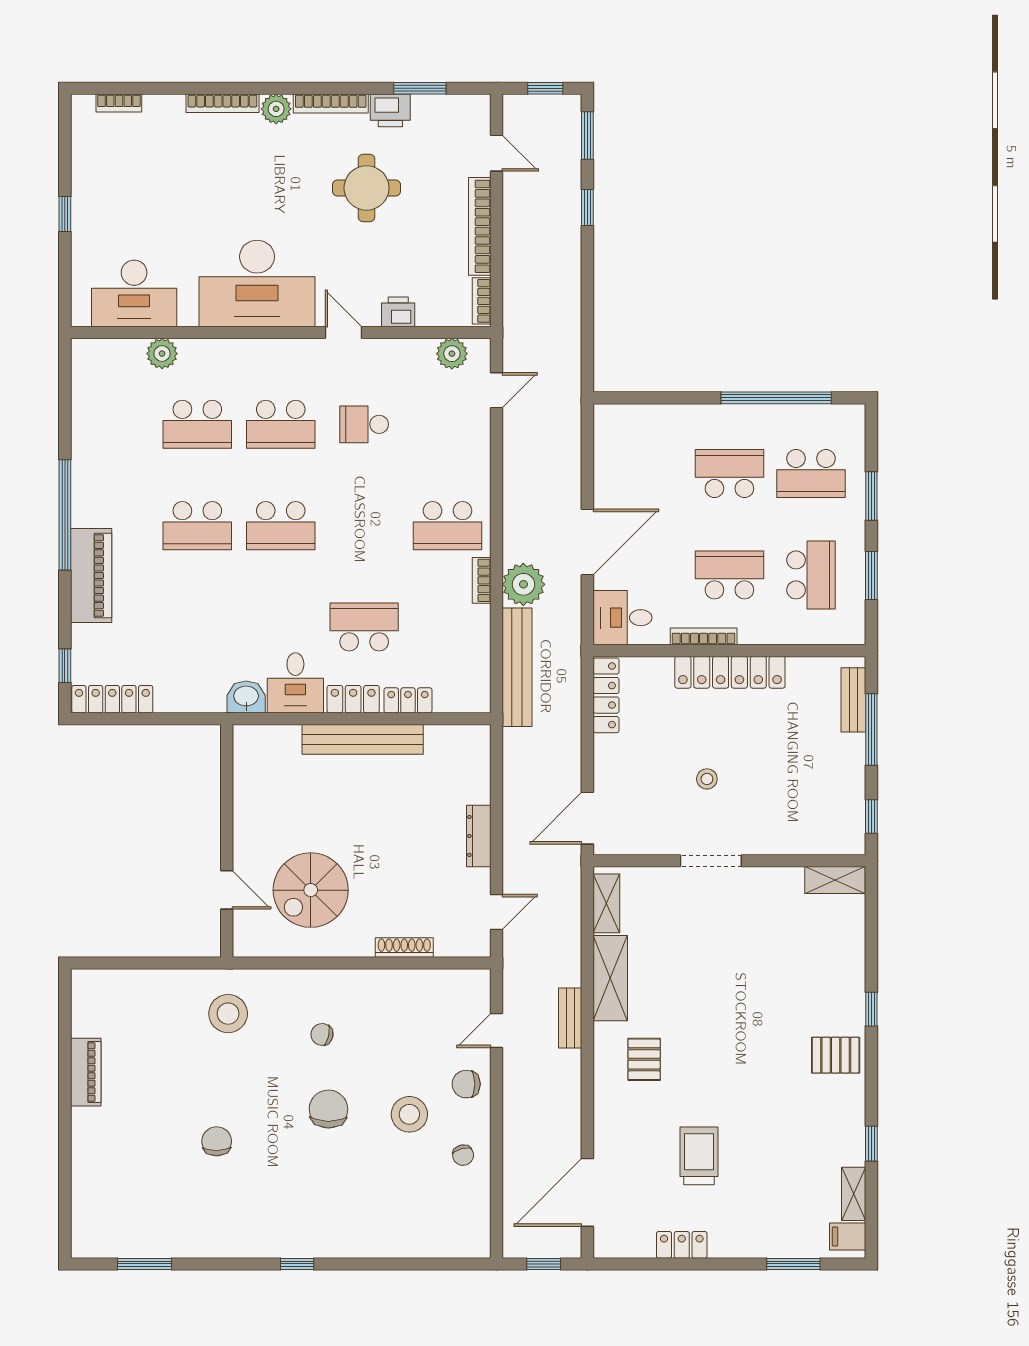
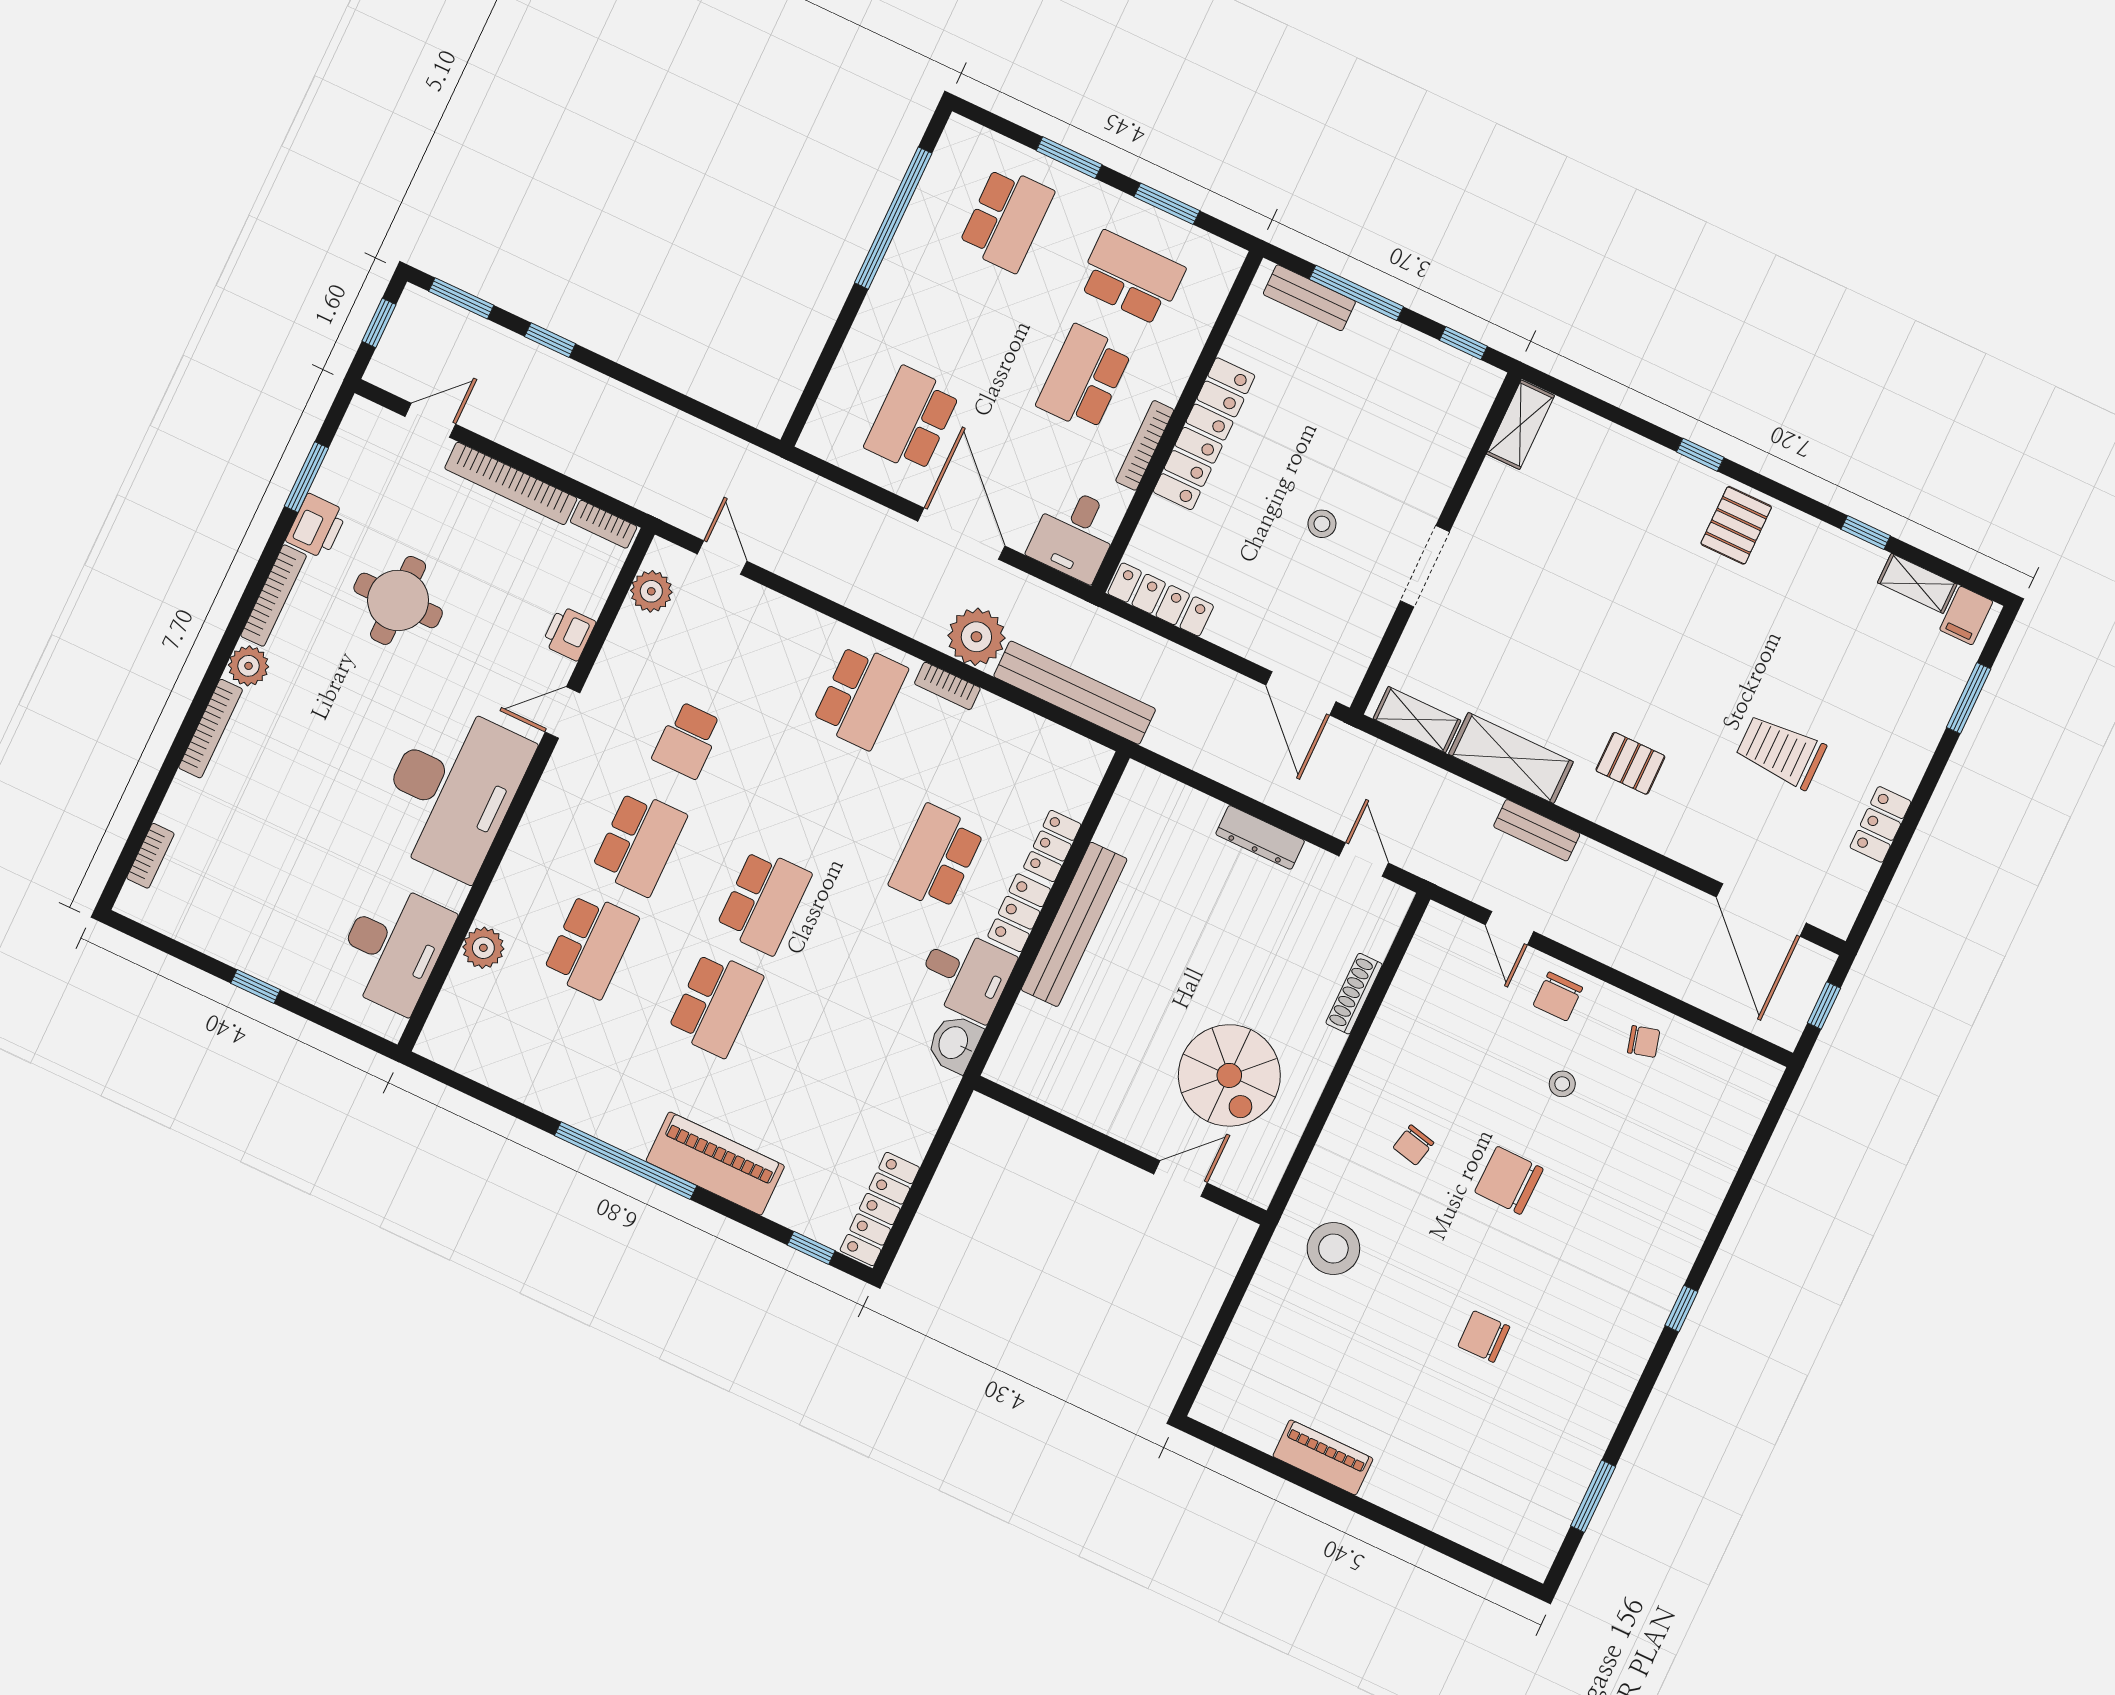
school desk: (729, 473) -> (912, 420), moved
stool: (409, 1114) -> (1562, 1084), width x0.53, depth x0.53

